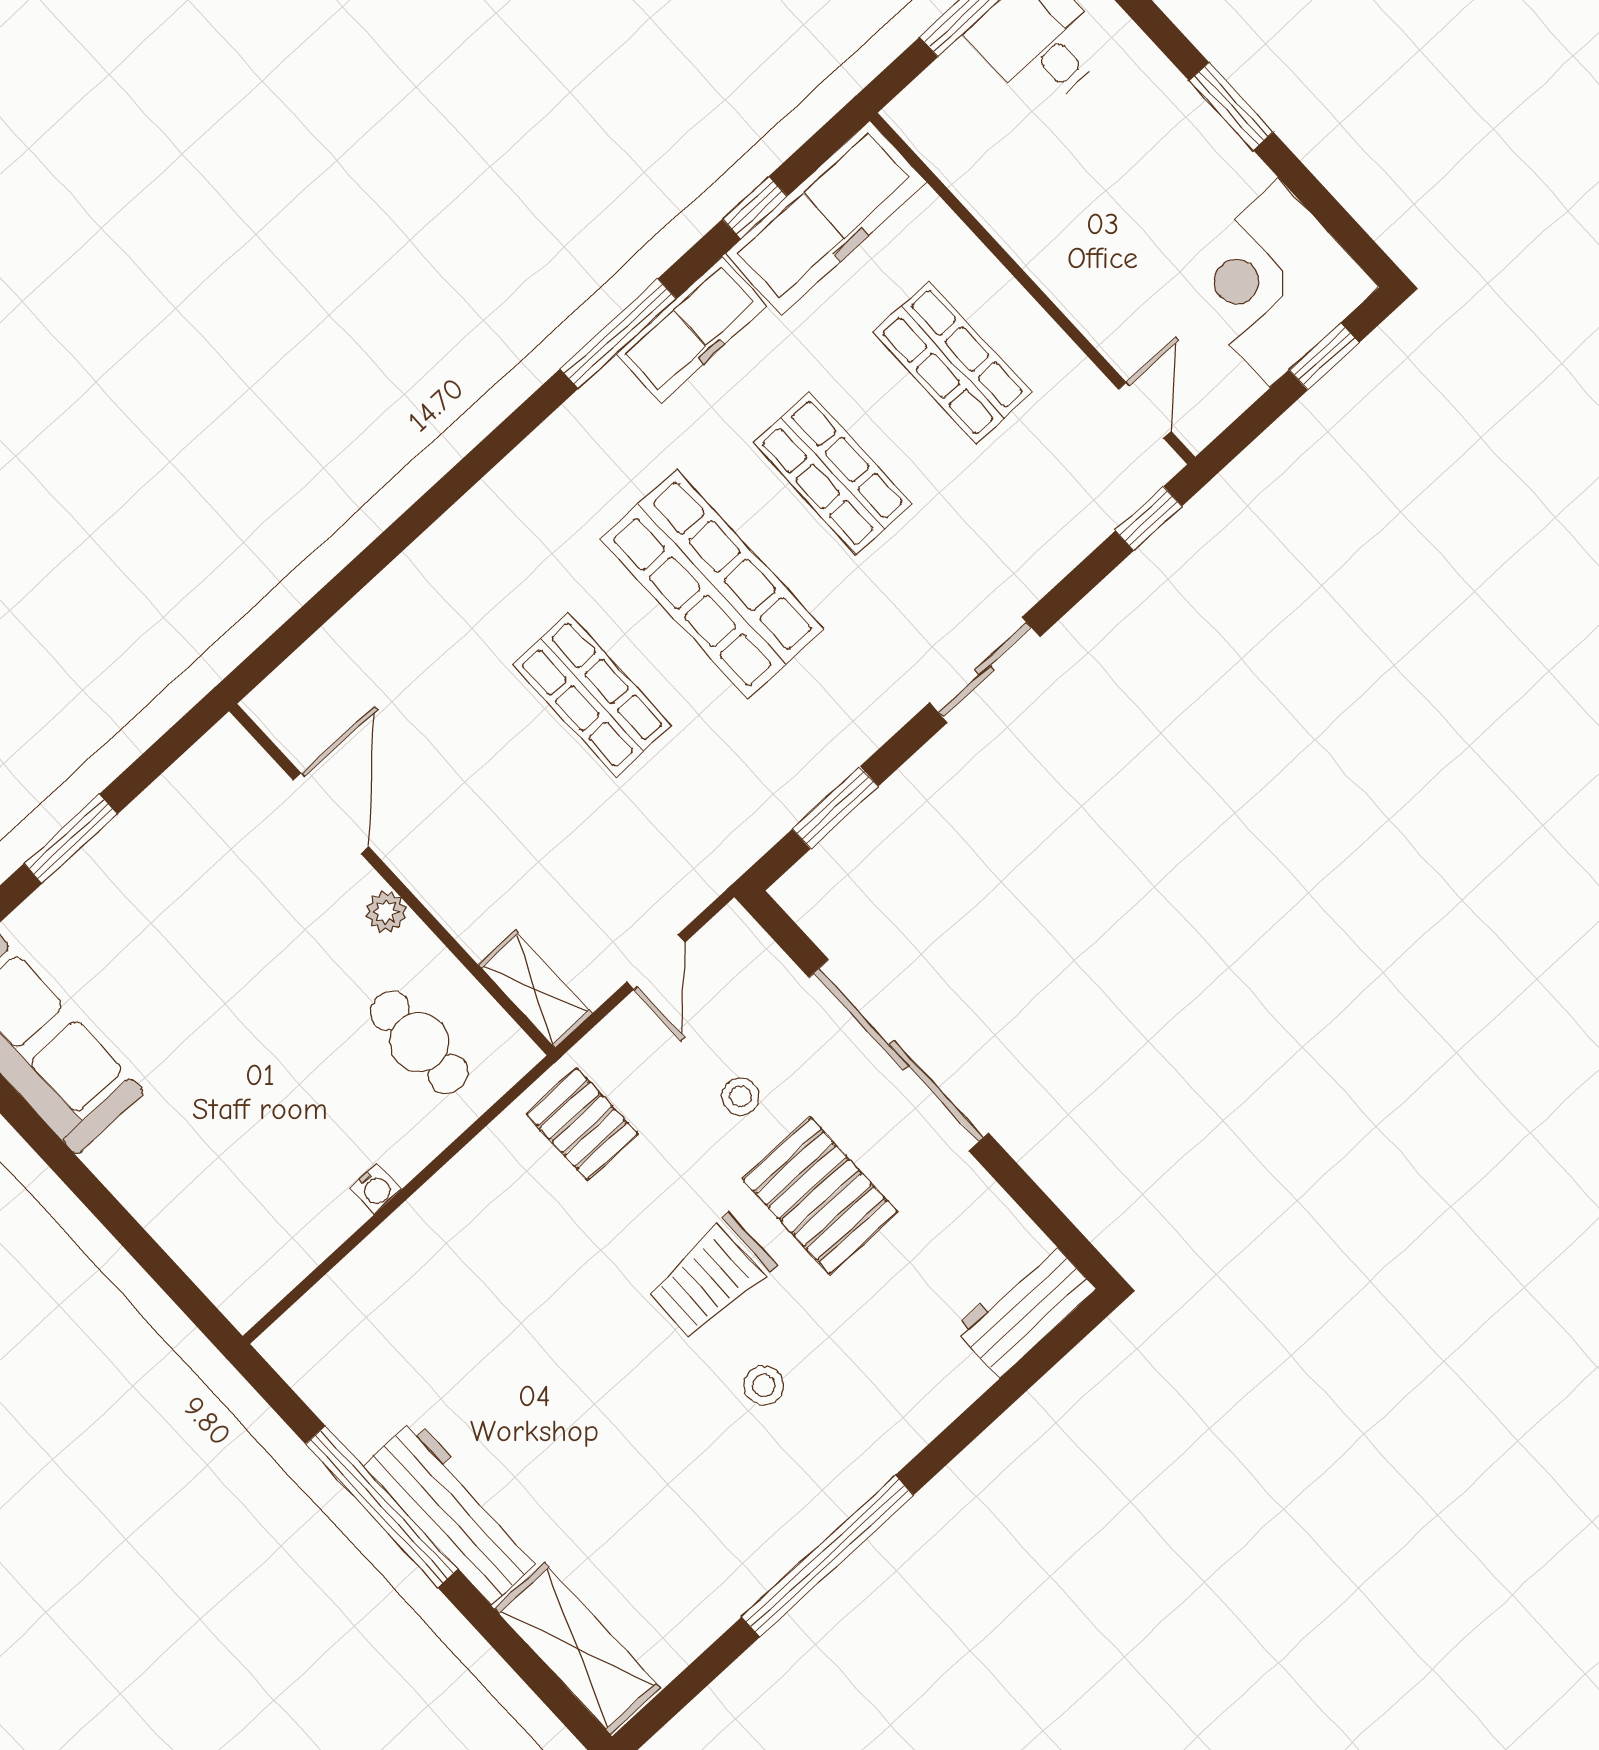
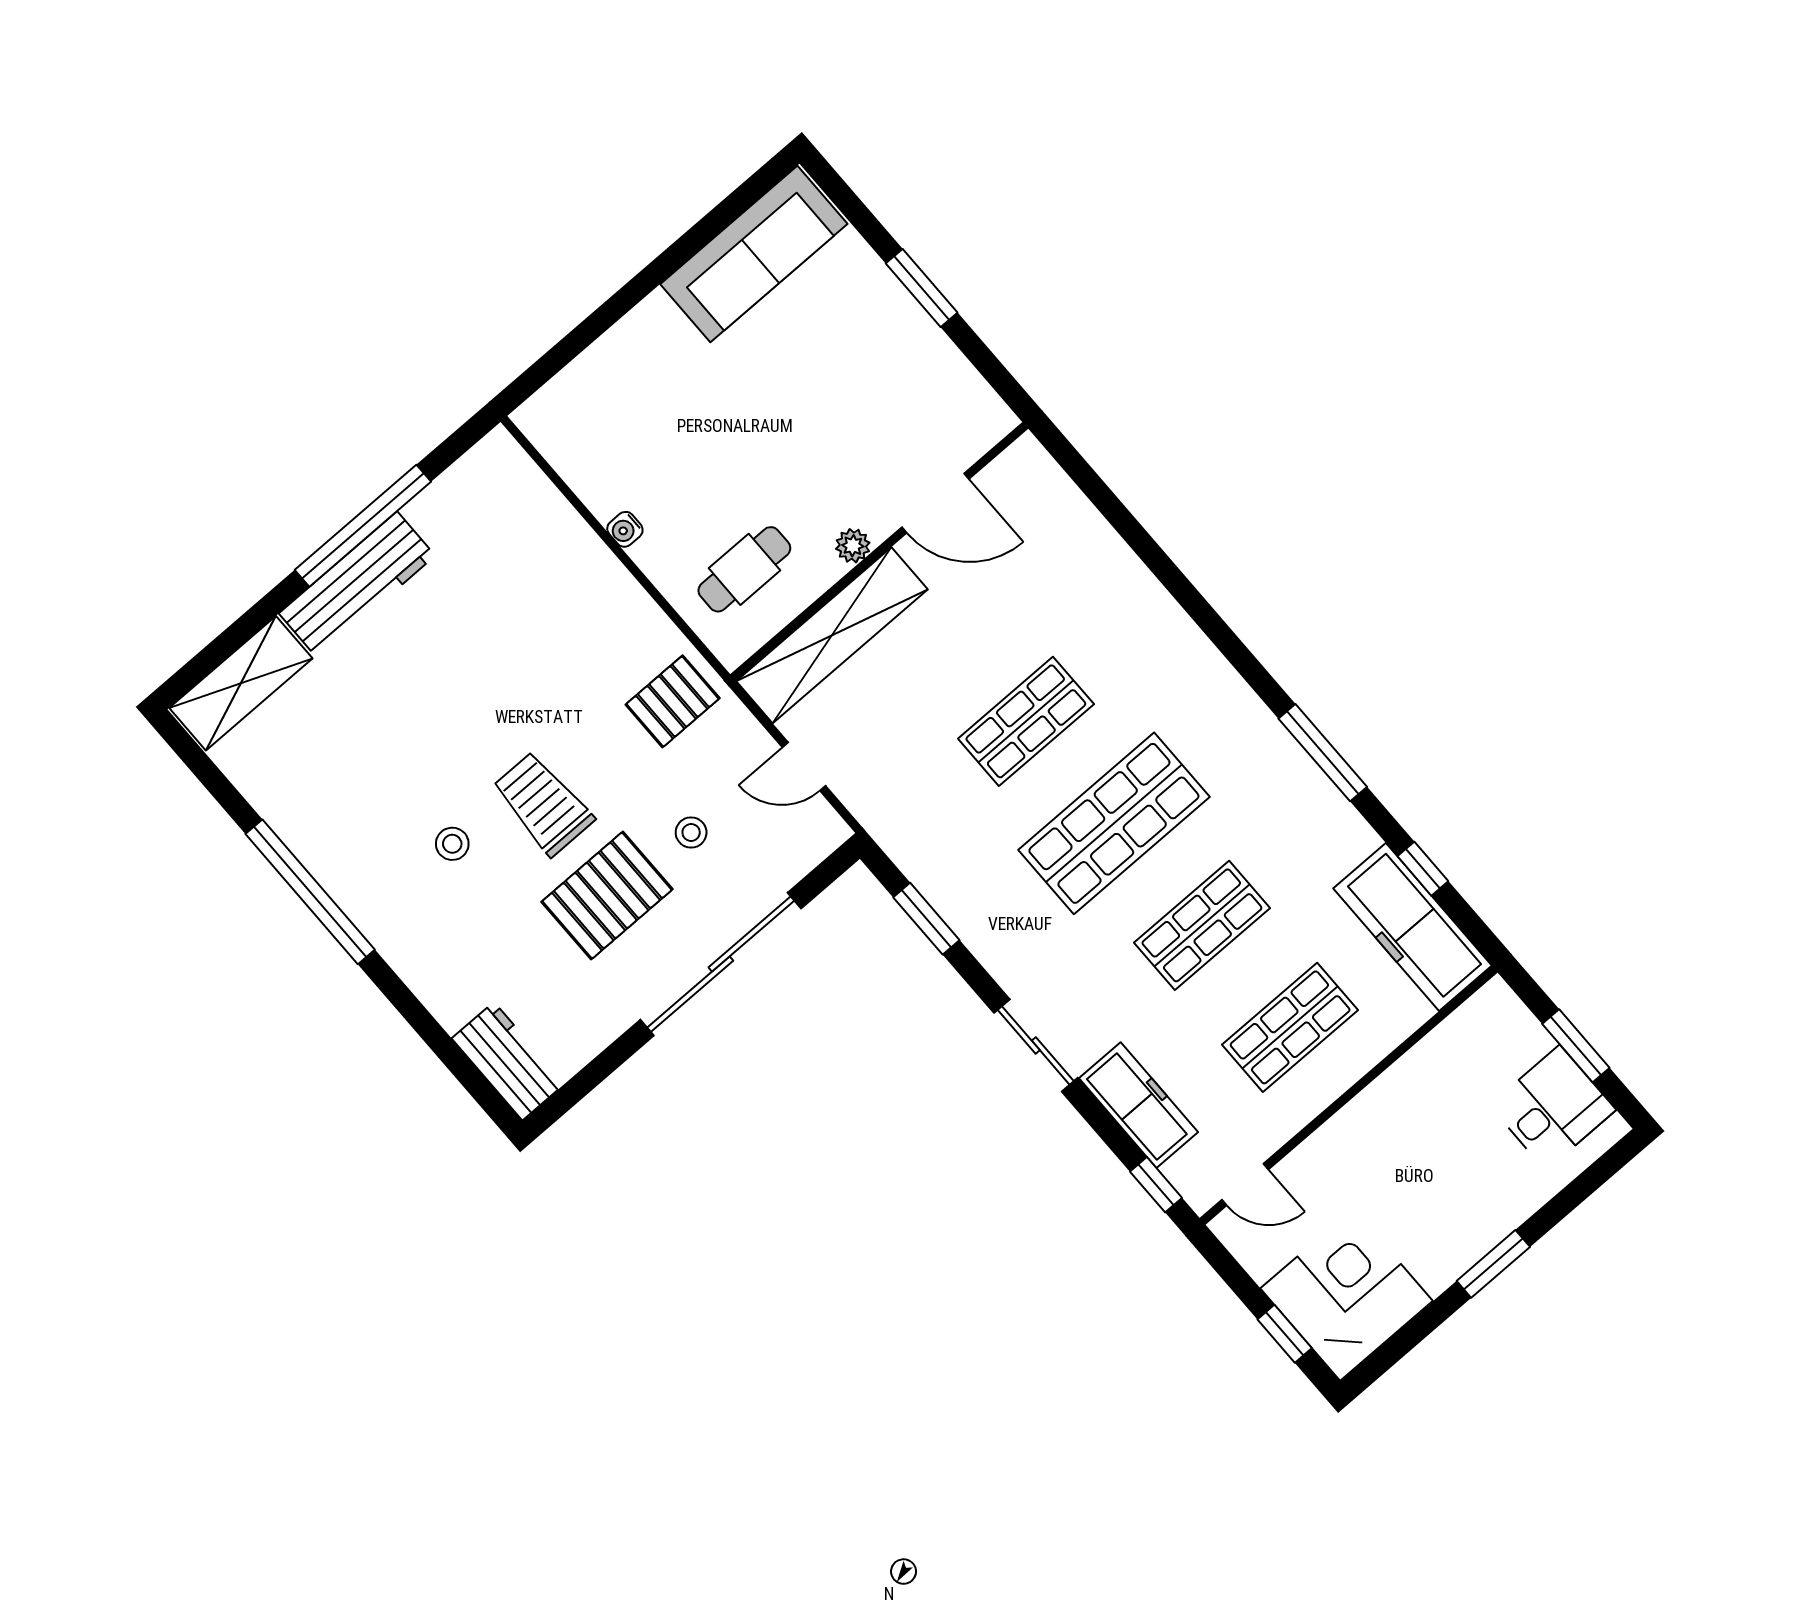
freezer: (692, 330) -> (1139, 1105), moved, turned 180
shelving: (535, 989) -> (832, 635), width x2.20, depth x1.33

